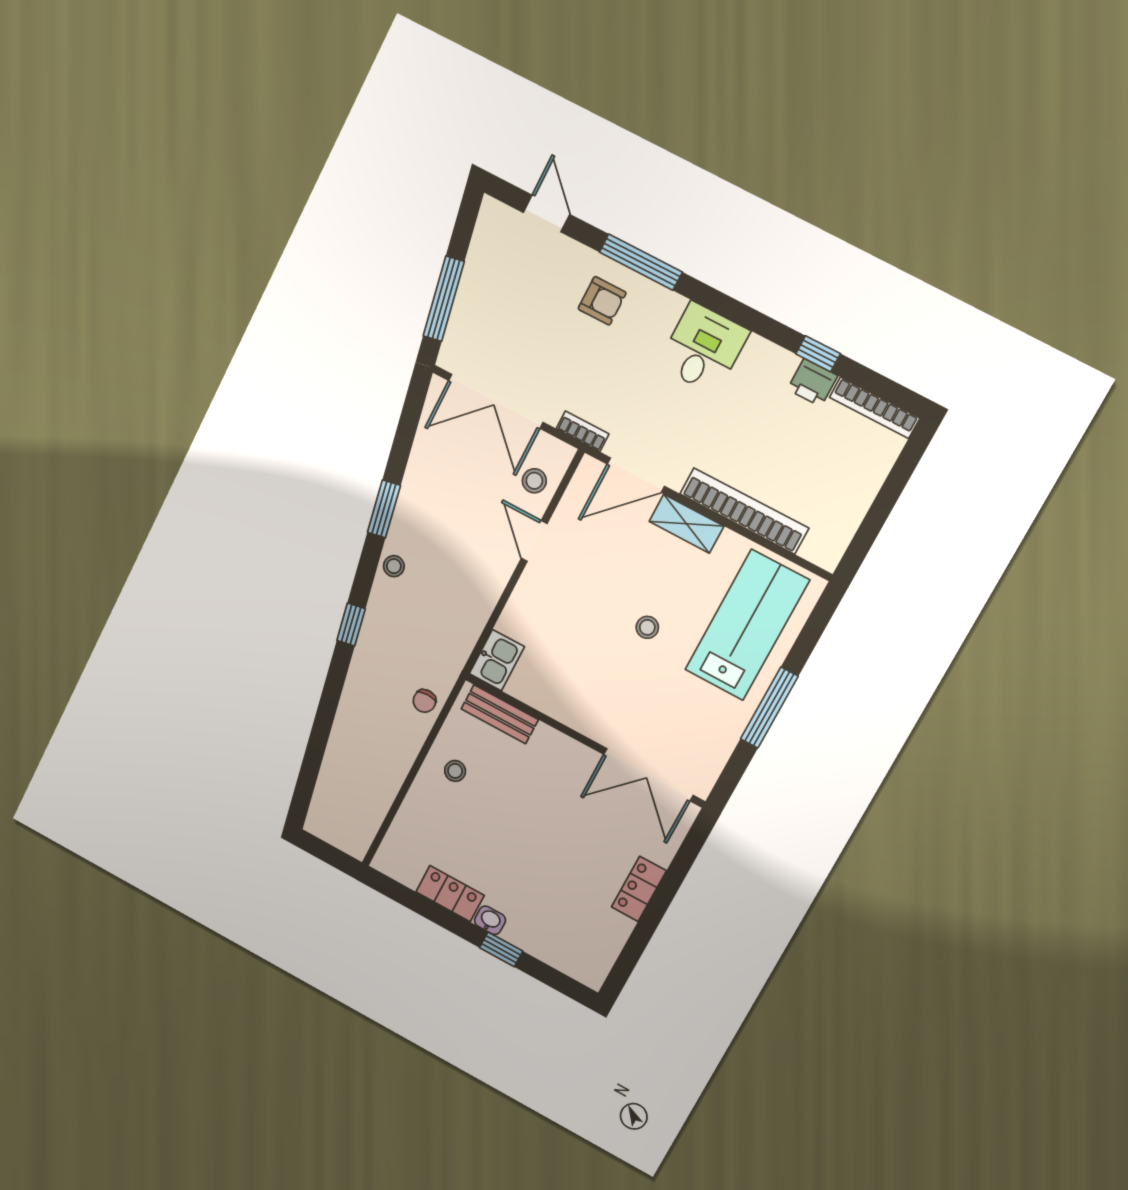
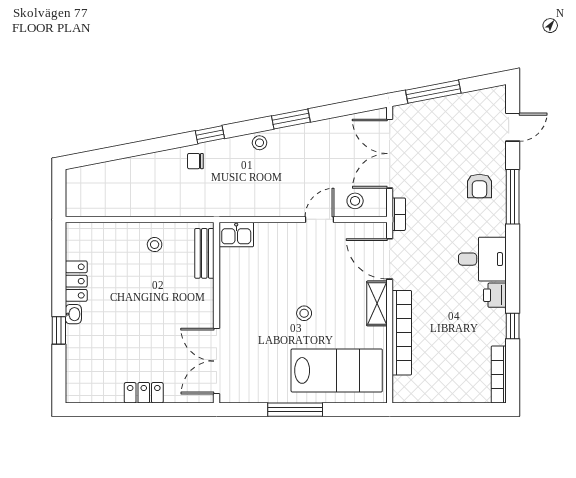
printer: (812, 383) -> (495, 295), moved
chair: (424, 701) -> (195, 161), moved

